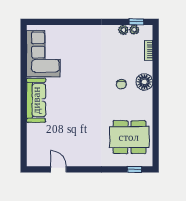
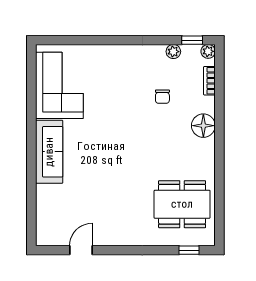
plant: (134, 30) -> (208, 51), moved
chair: (121, 84) -> (162, 97), moved
door: (58, 169) -> (81, 250), hinge flipped

